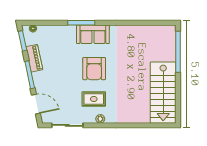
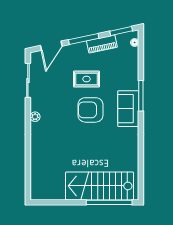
stairs: (163, 93) -> (99, 186), moved
rug: (94, 99) -> (86, 79), moved, turned 90

